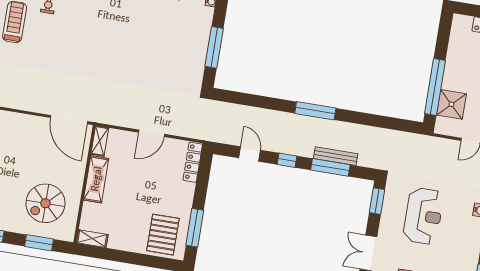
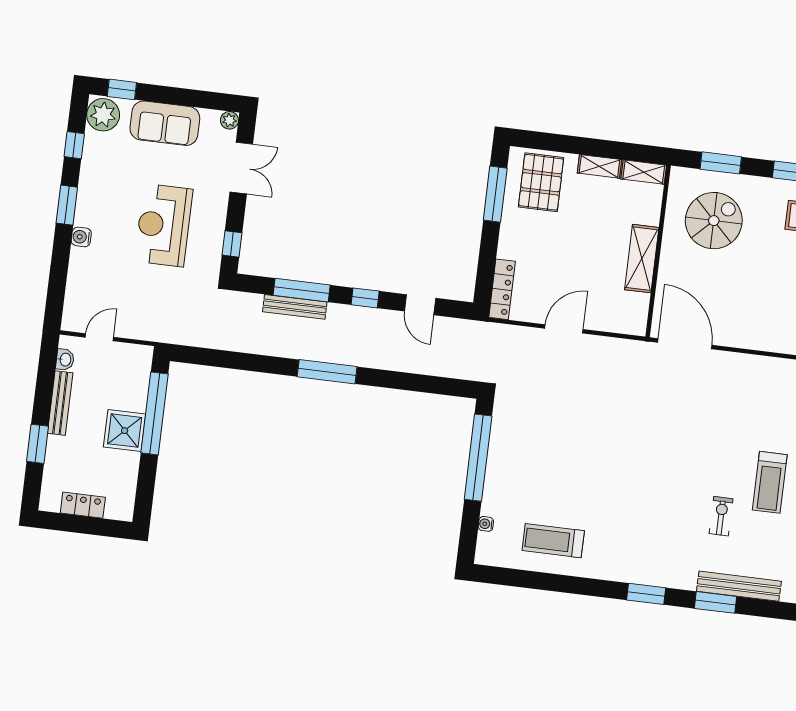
window: (214, 47) -> (478, 458), width x1.46
shower: (451, 104) -> (125, 431), moved
shelving: (100, 141) -> (599, 166), moved, turned 90
window: (377, 201) -> (232, 244), width x0.67

